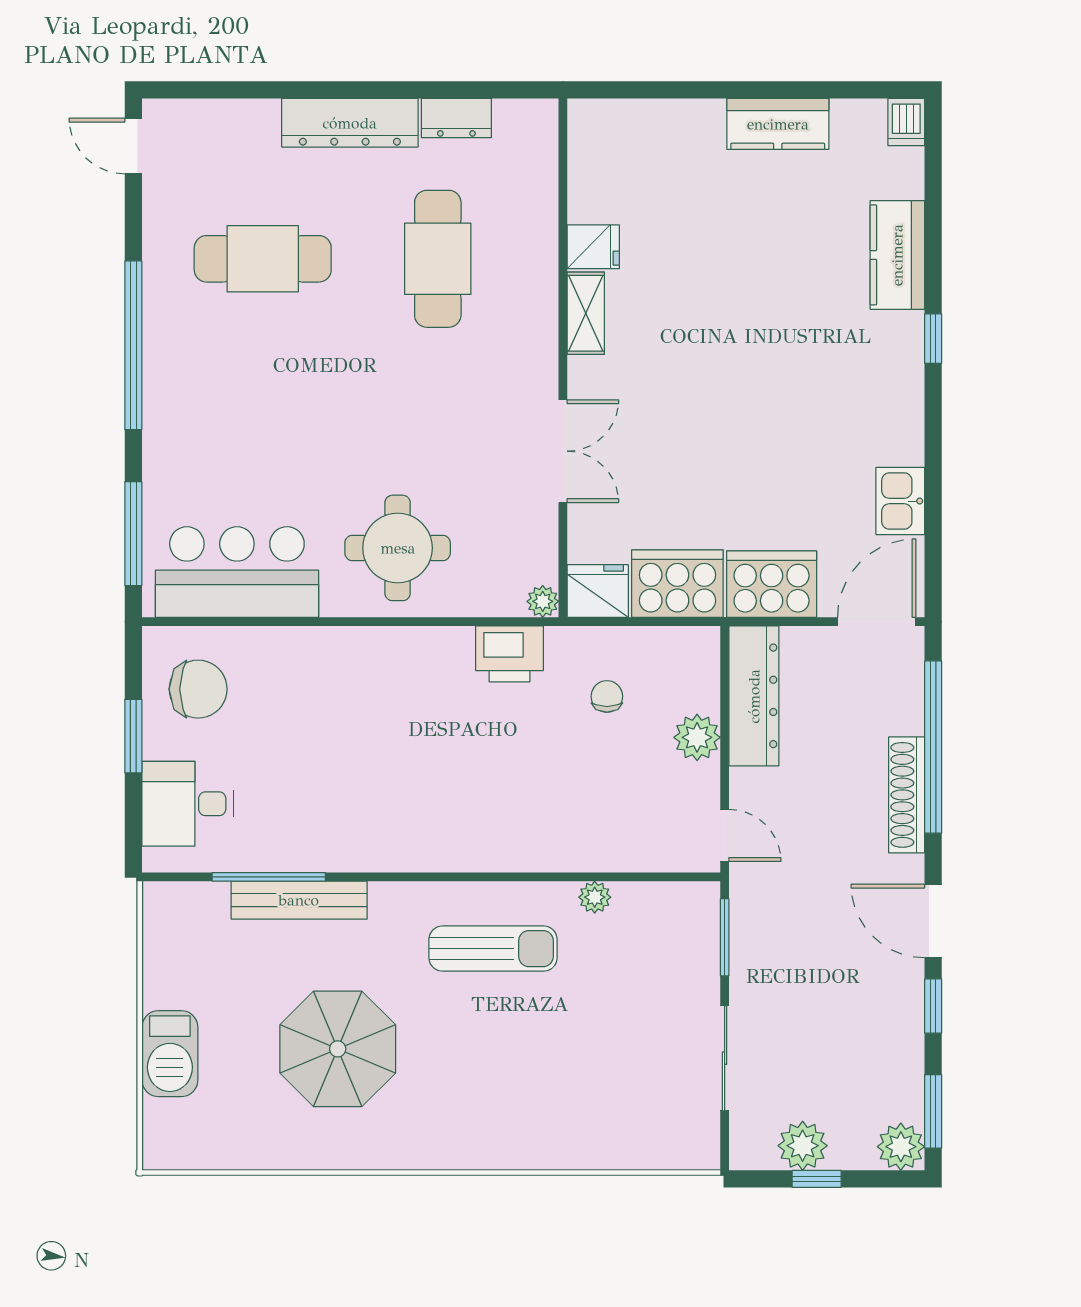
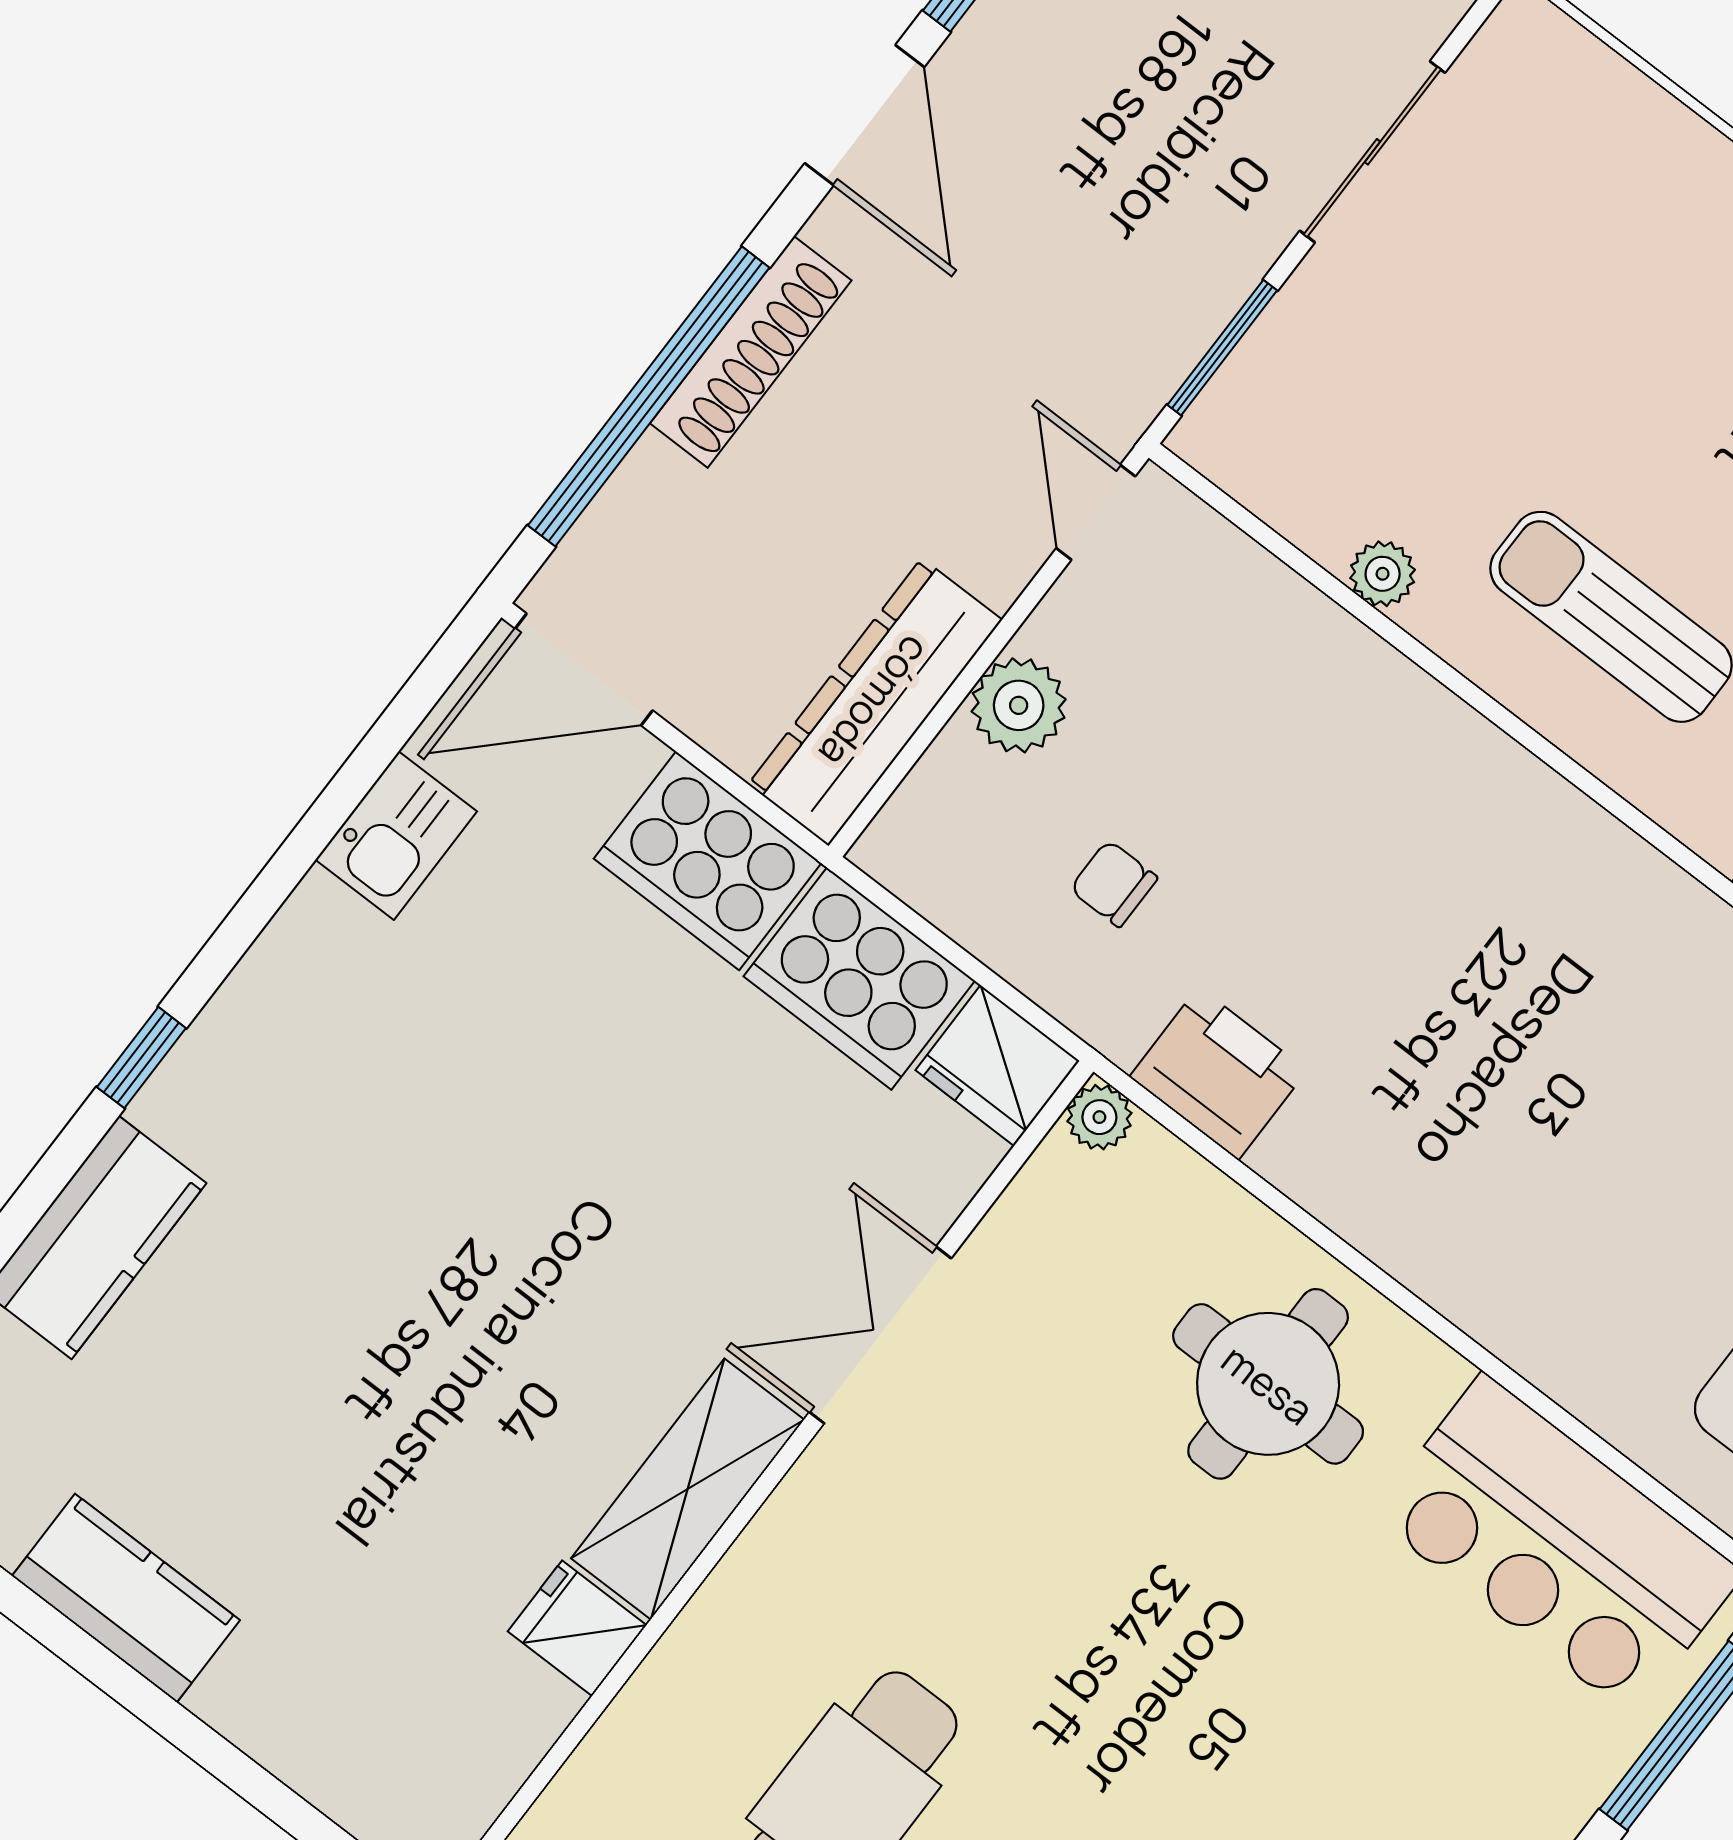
shelving: (586, 313) -> (688, 1489), width x1.50, depth x1.33
chair: (607, 696) -> (1114, 884), turned 90

